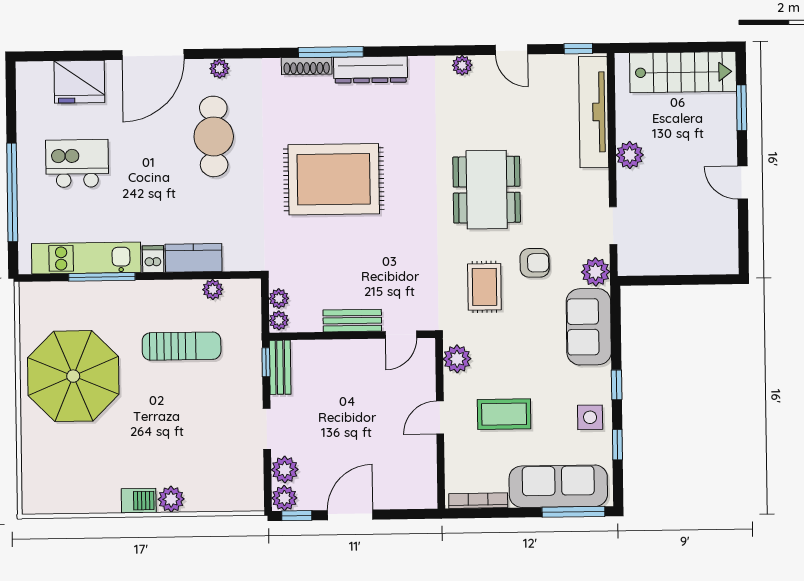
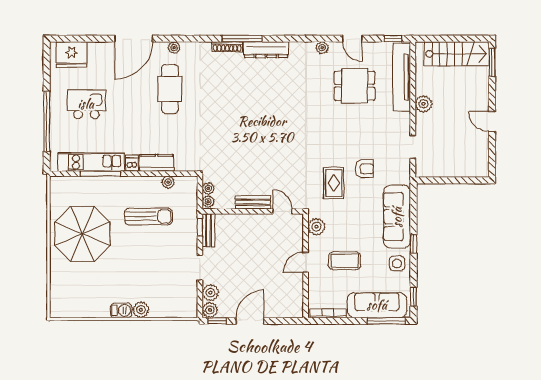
fridge: (79, 82) -> (72, 54), moved
window: (742, 108) -> (492, 62), moved
rug: (334, 179) -> (243, 116), removed
dining table: (487, 190) -> (355, 86), moved, width x0.73
plant: (596, 272) -> (402, 175), removed
sofa: (589, 327) -> (397, 217), width x1.36
door: (401, 335) -> (282, 211), swing flipped
window: (617, 445) -> (413, 297), moved

